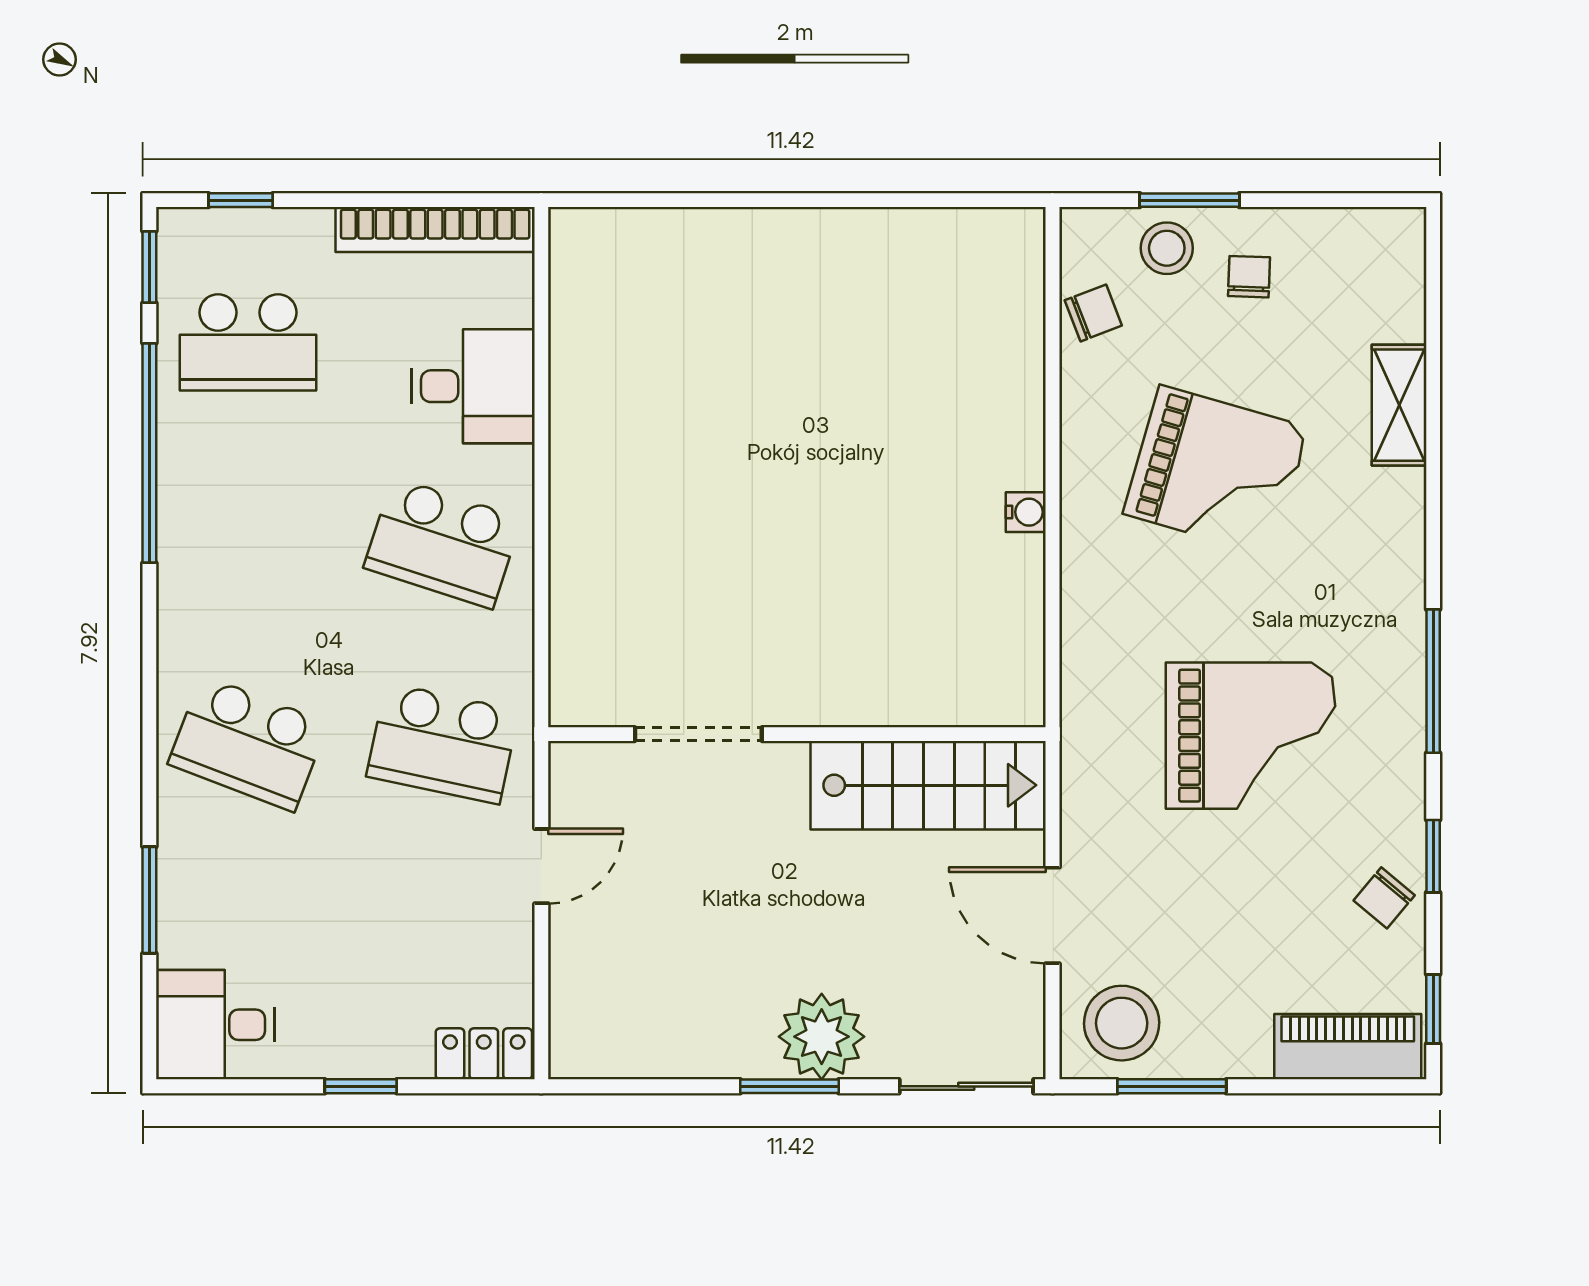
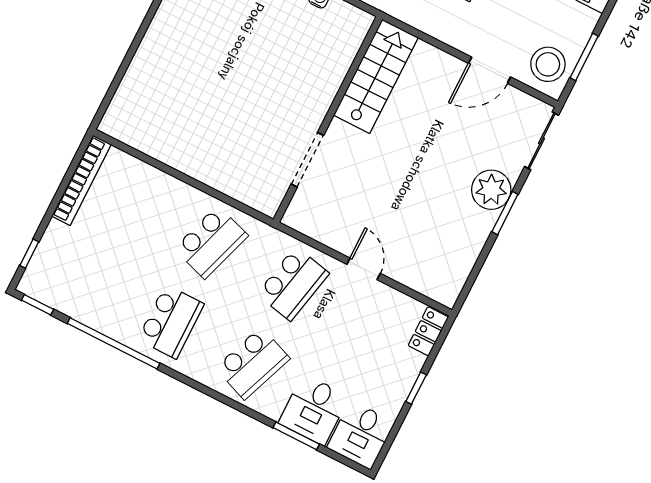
school desk: (248, 342) -> (171, 322), moved
desk: (473, 386) -> (314, 410), moved, turned 180
doorway: (698, 734) -> (307, 160), moved
wall: (797, 734) -> (328, 119), moved
stairs: (928, 785) -> (376, 76), moved

